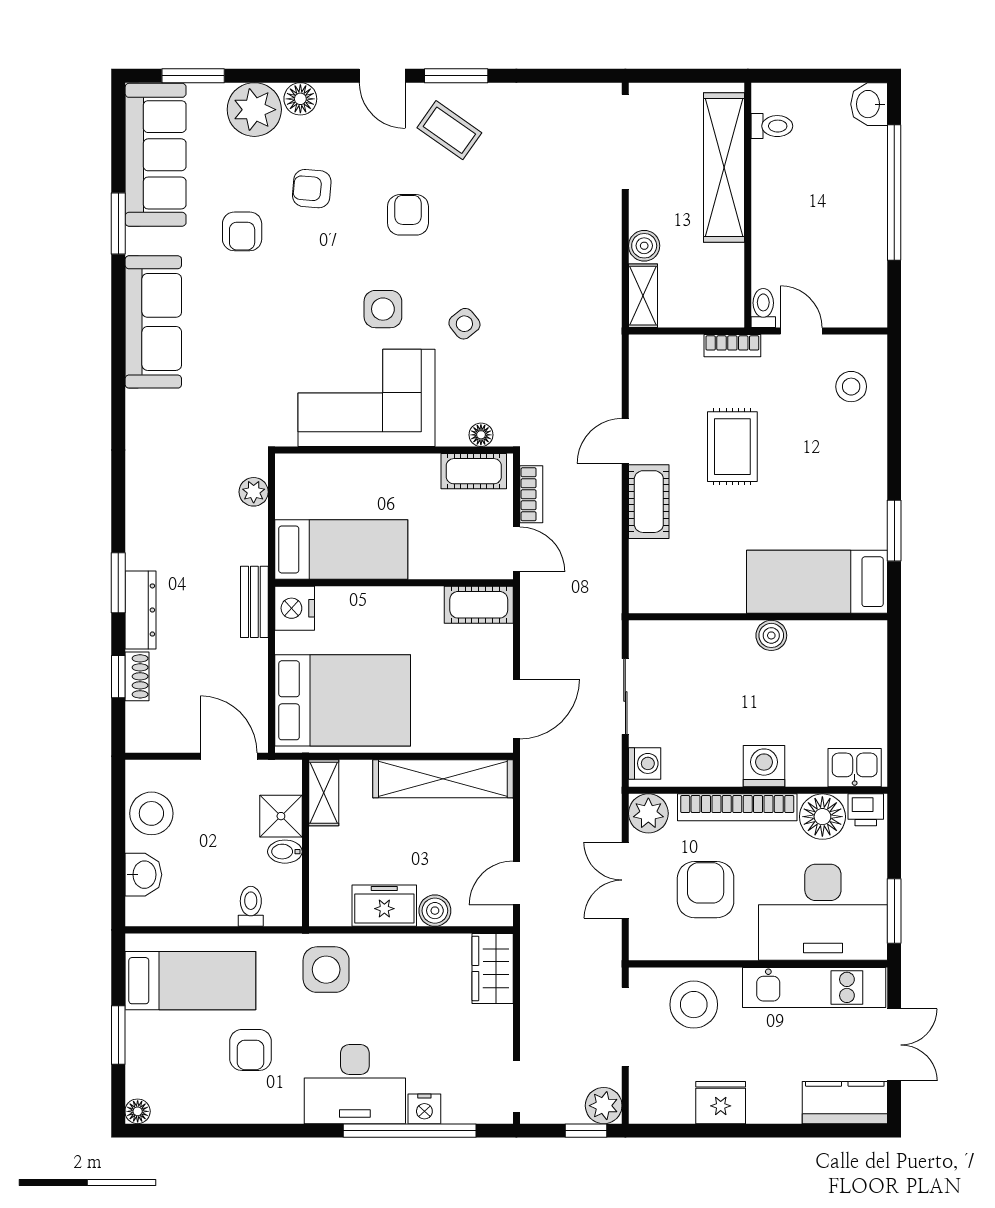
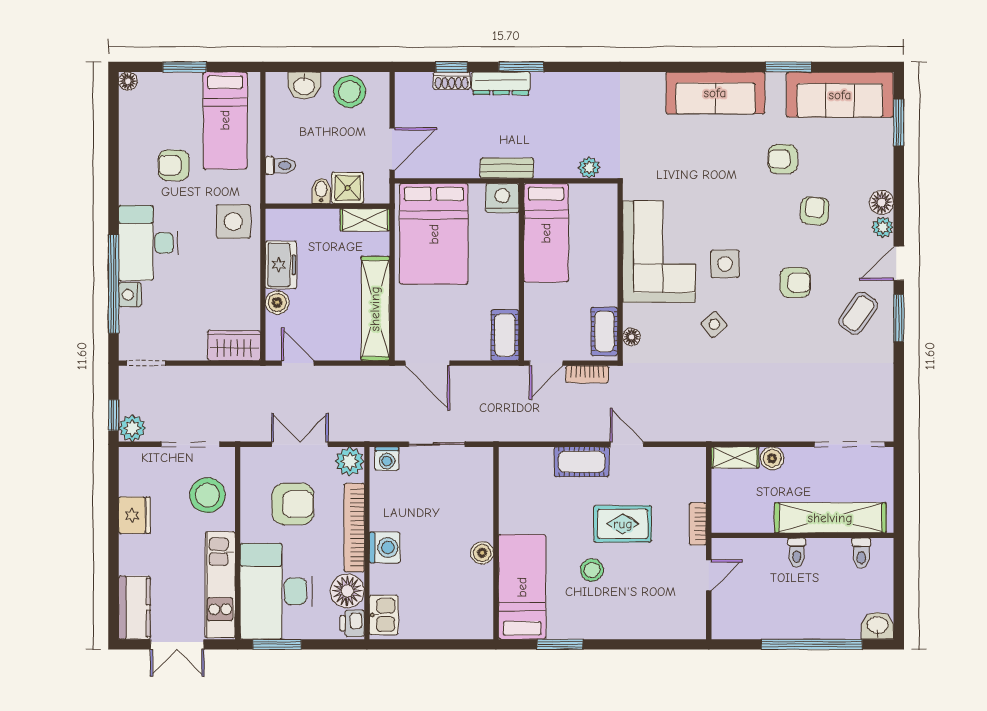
plant: (254, 110) -> (883, 227), moved, width x0.53, depth x0.53
toilet: (763, 308) -> (797, 553), moved, turned 90
stool: (851, 387) -> (592, 570), moved

